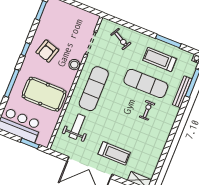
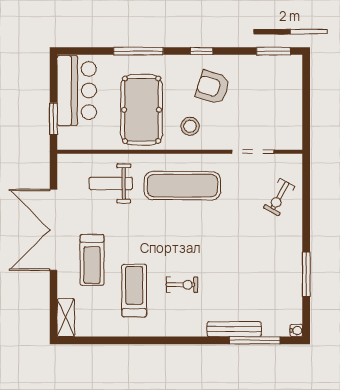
treadmill: (160, 59) -> (134, 291), moved
stool: (74, 65) -> (190, 126), moved
exercise mat: (146, 83) -> (224, 266), removed
weight bench: (77, 127) -> (111, 183), turned 180

